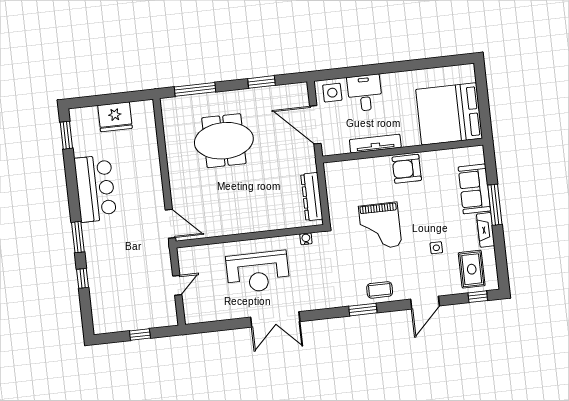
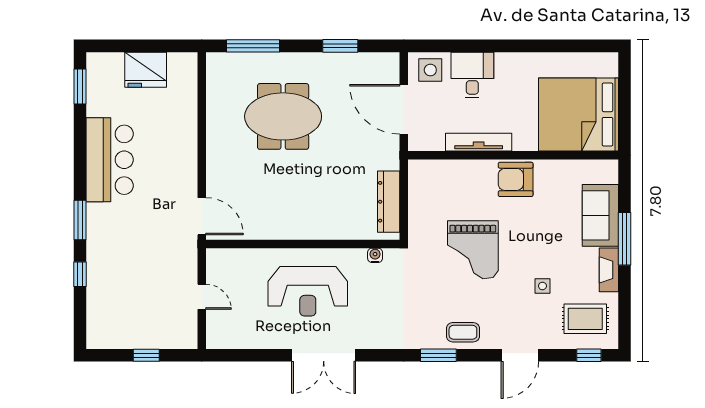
rug: (472, 269) -> (585, 319), turned 90
door: (177, 285) -> (202, 297), hinge flipped

